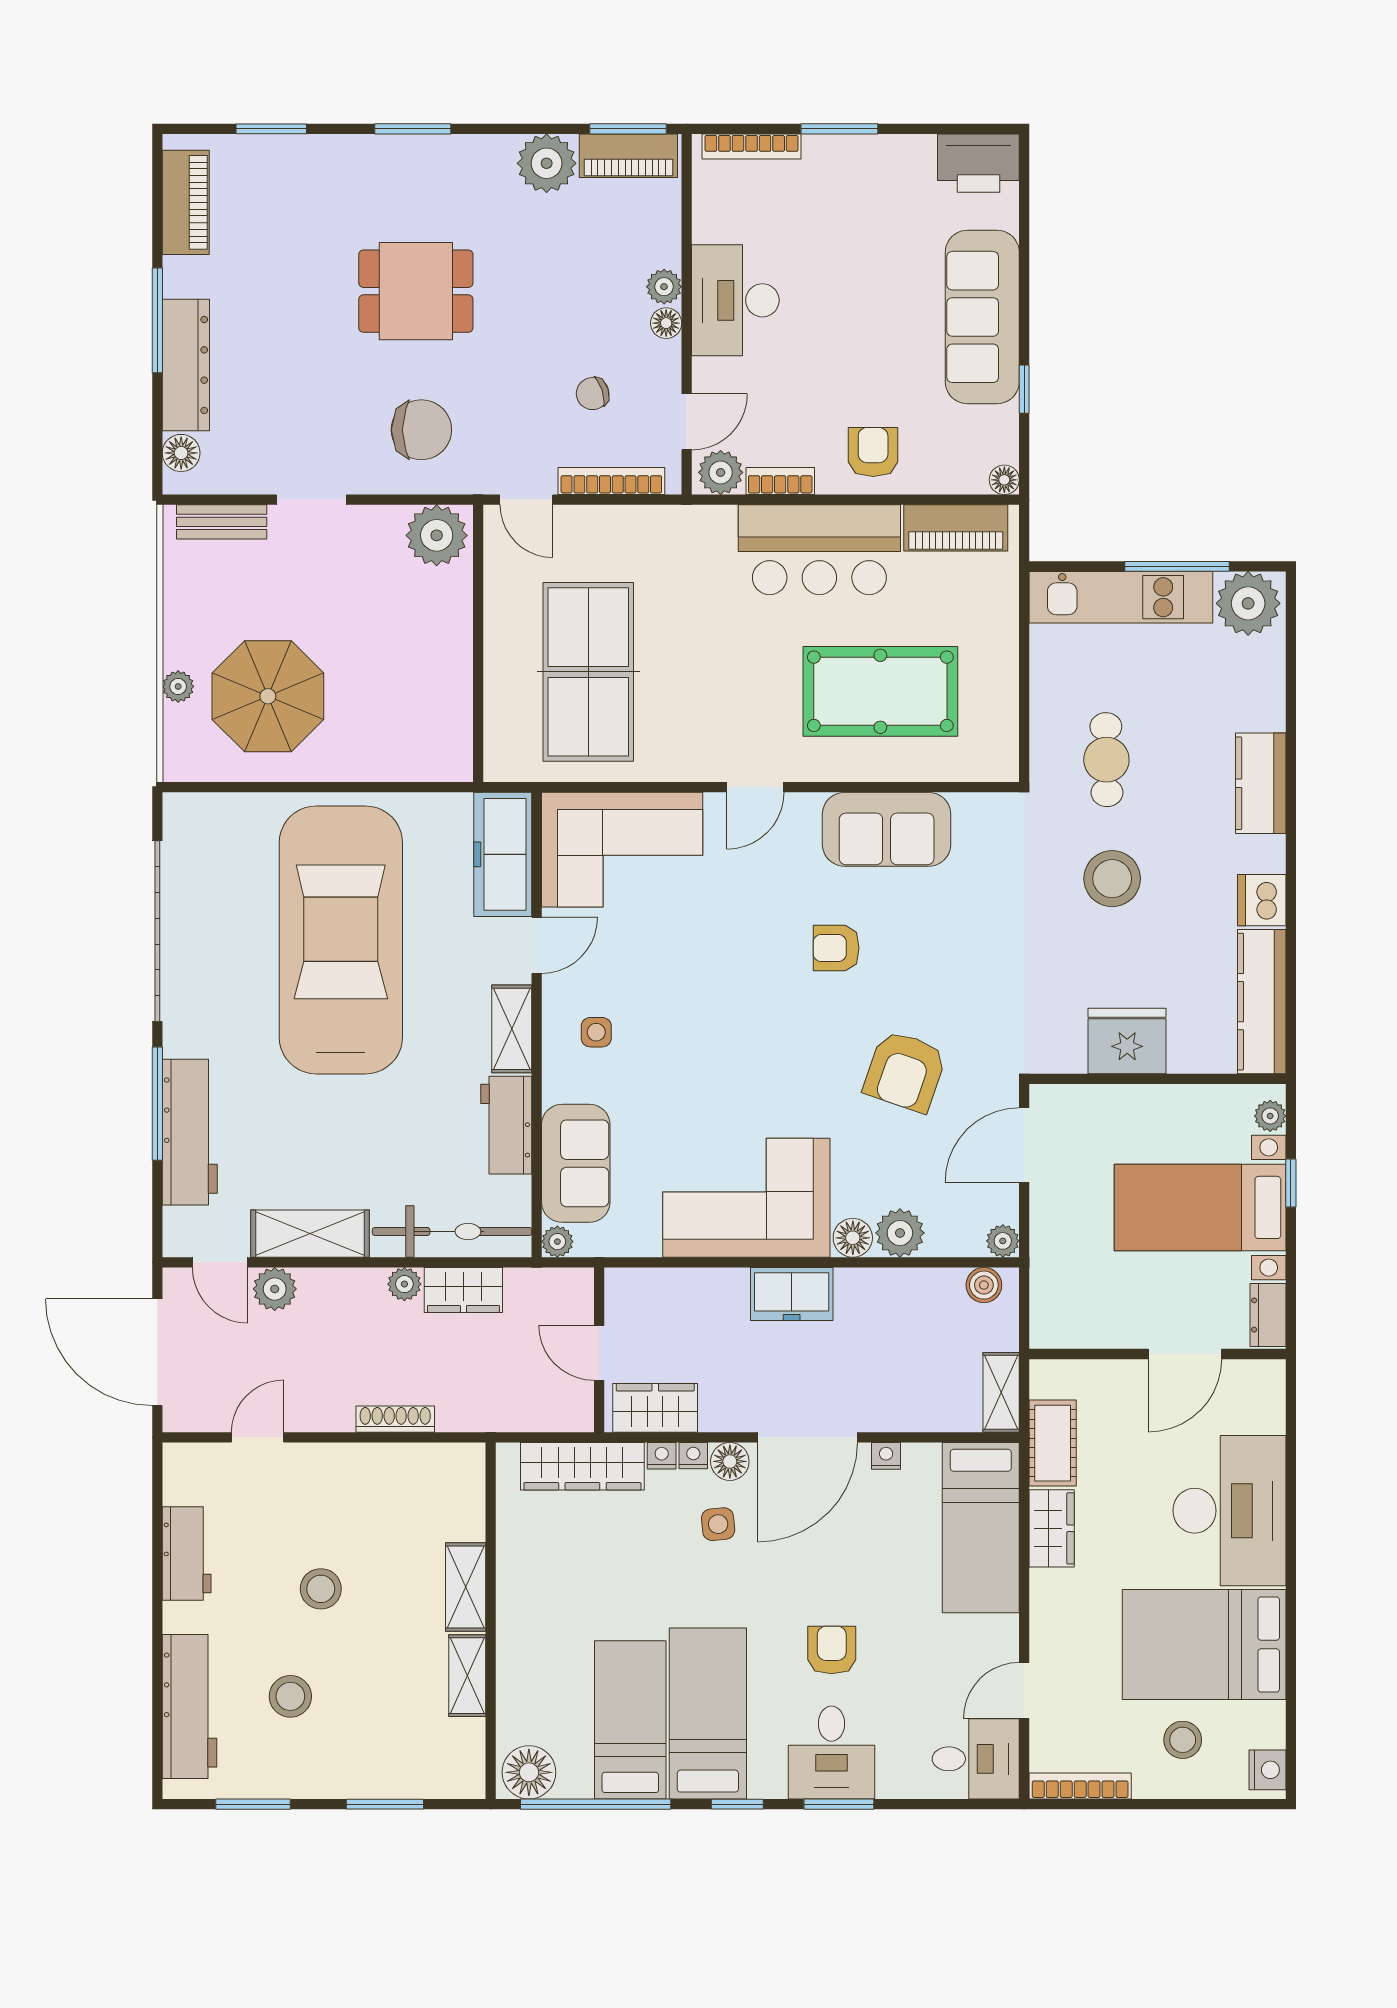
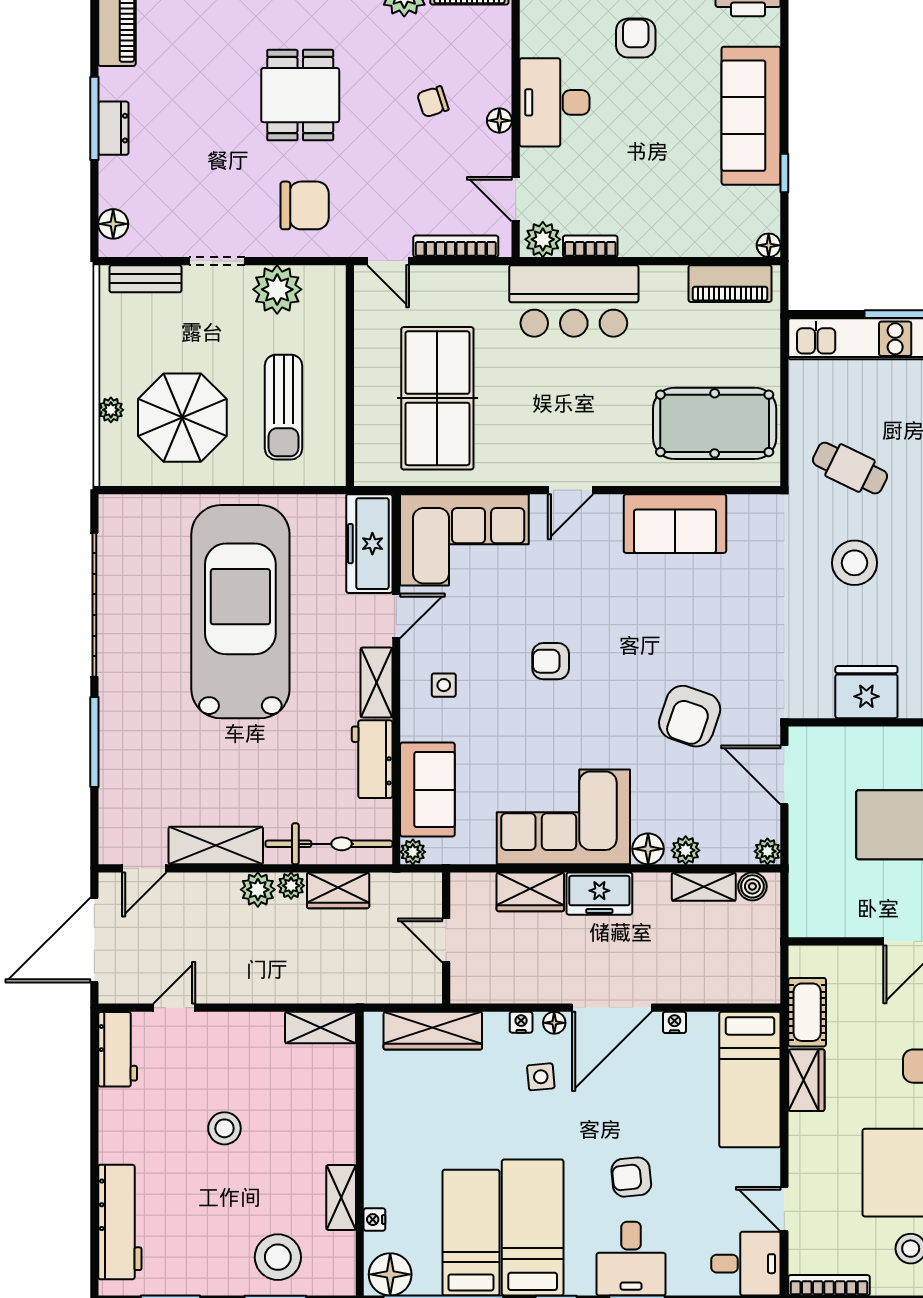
plant: (664, 287) -> (498, 91), removed
dining table: (416, 291) -> (300, 95), turned 90
dresser: (186, 365) -> (113, 128), width x0.51, depth x0.80
chair: (593, 394) -> (433, 102), moved
door: (687, 422) -> (516, 199), swing flipped
armchair: (873, 452) -> (636, 38), moved
plant: (437, 535) -> (277, 289), moved
bar counter: (819, 550) -> (574, 301), moved
sun lounger: (395, 683) -> (284, 407), added
pool table: (880, 691) -> (715, 423), moved
cafe table: (1106, 760) -> (850, 468), turned -63
armchair: (836, 948) -> (551, 661), moved
workbench: (190, 1132) -> (120, 765), removed
door: (1024, 1145) -> (784, 775), hinge flipped
plant: (900, 1233) -> (686, 850), width x0.73, depth x0.73
door: (220, 1262) -> (144, 868), hinge flipped
plant: (275, 1289) -> (258, 890), moved
door: (157, 1352) -> (94, 940), hinge flipped
shelving: (1001, 1392) -> (704, 887), moved, turned 90
wardrobe: (655, 1408) -> (530, 892), moved, turned 180
shoe rack: (395, 1419) -> (284, 993), removed
nightstand: (662, 1456) -> (374, 1220), moved, turned -90
floor lamp: (730, 1461) -> (554, 1023), width x0.73, depth x0.73
workbench: (187, 1554) -> (118, 1049), moved
shelving: (466, 1587) -> (320, 1028), moved, turned 90
armchair: (832, 1650) -> (631, 1177), turned -96
door: (1024, 1690) -> (784, 1209), hinge flipped
stool: (290, 1696) -> (278, 1257), moved, width x1.38, depth x1.38

